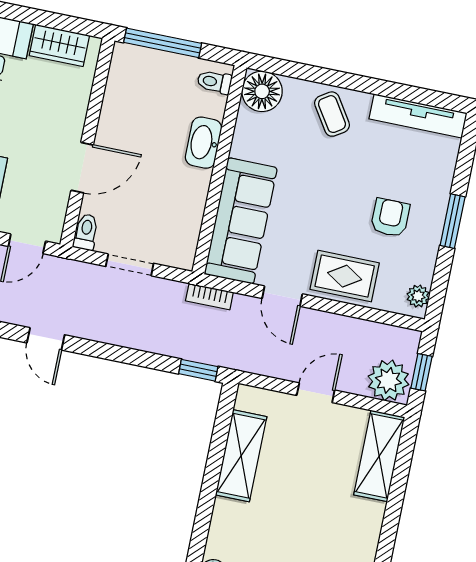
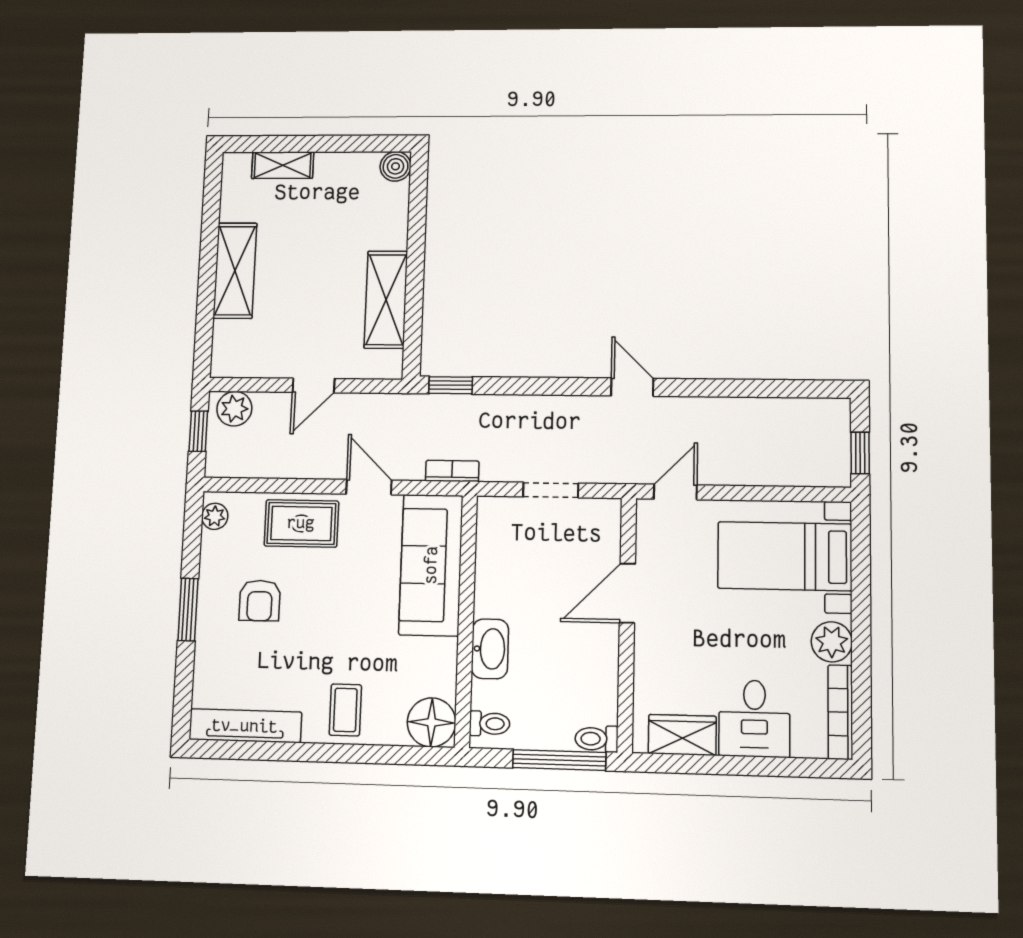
coffee table: (332, 114) -> (345, 710), turned 33
toilet: (86, 232) -> (597, 739), moved, turned 90
plant: (388, 380) -> (234, 409), width x0.73, depth x0.73
shelving: (379, 456) -> (235, 271), moved

